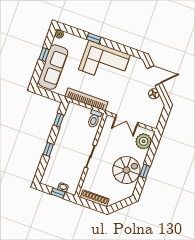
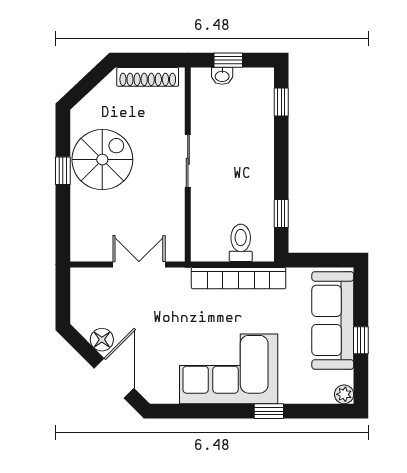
door: (154, 76) -> (114, 378), swing flipped
toilet: (94, 119) -> (241, 243), moved
plant: (144, 141) -> (88, 232), removed
window: (48, 149) -> (281, 102), moved
spiral stairs: (126, 170) -> (102, 160), turned 180

